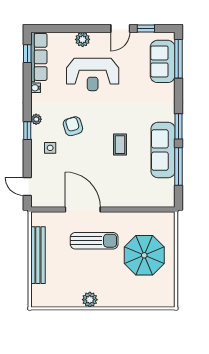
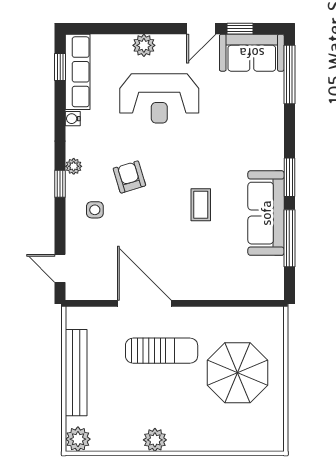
sofa: (163, 61) -> (252, 53), moved, turned -90
plant: (39, 299) -> (78, 439), added

